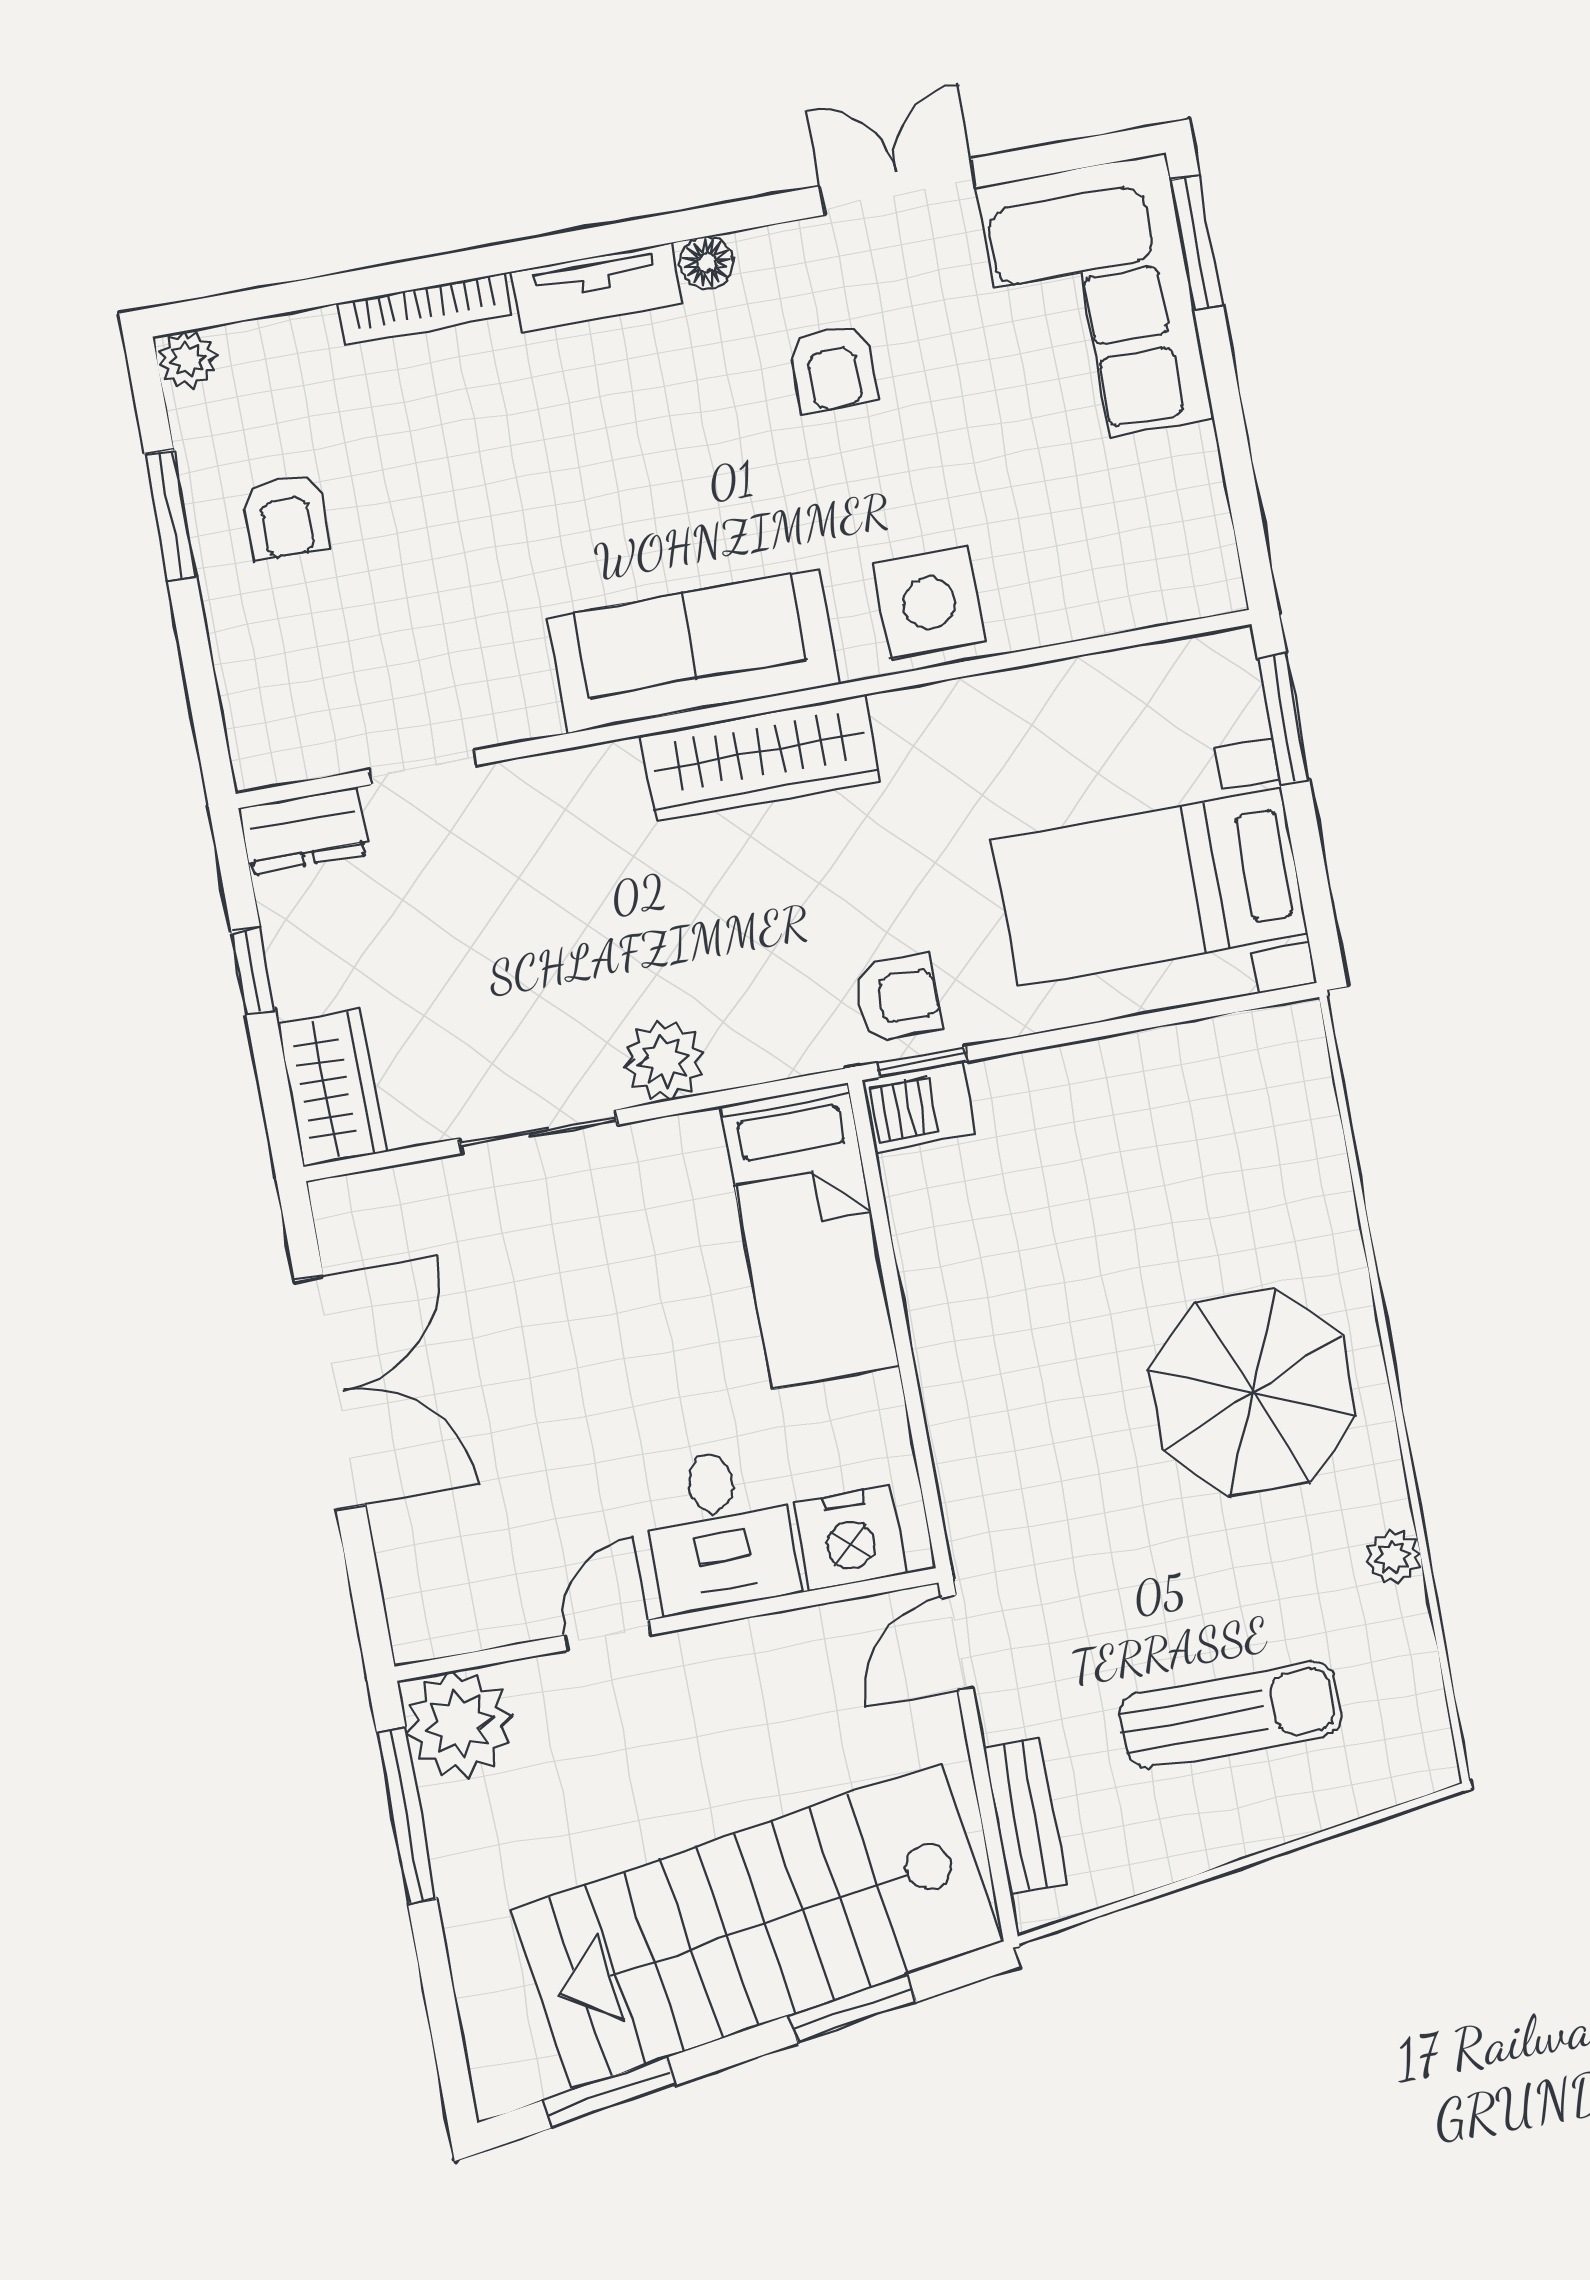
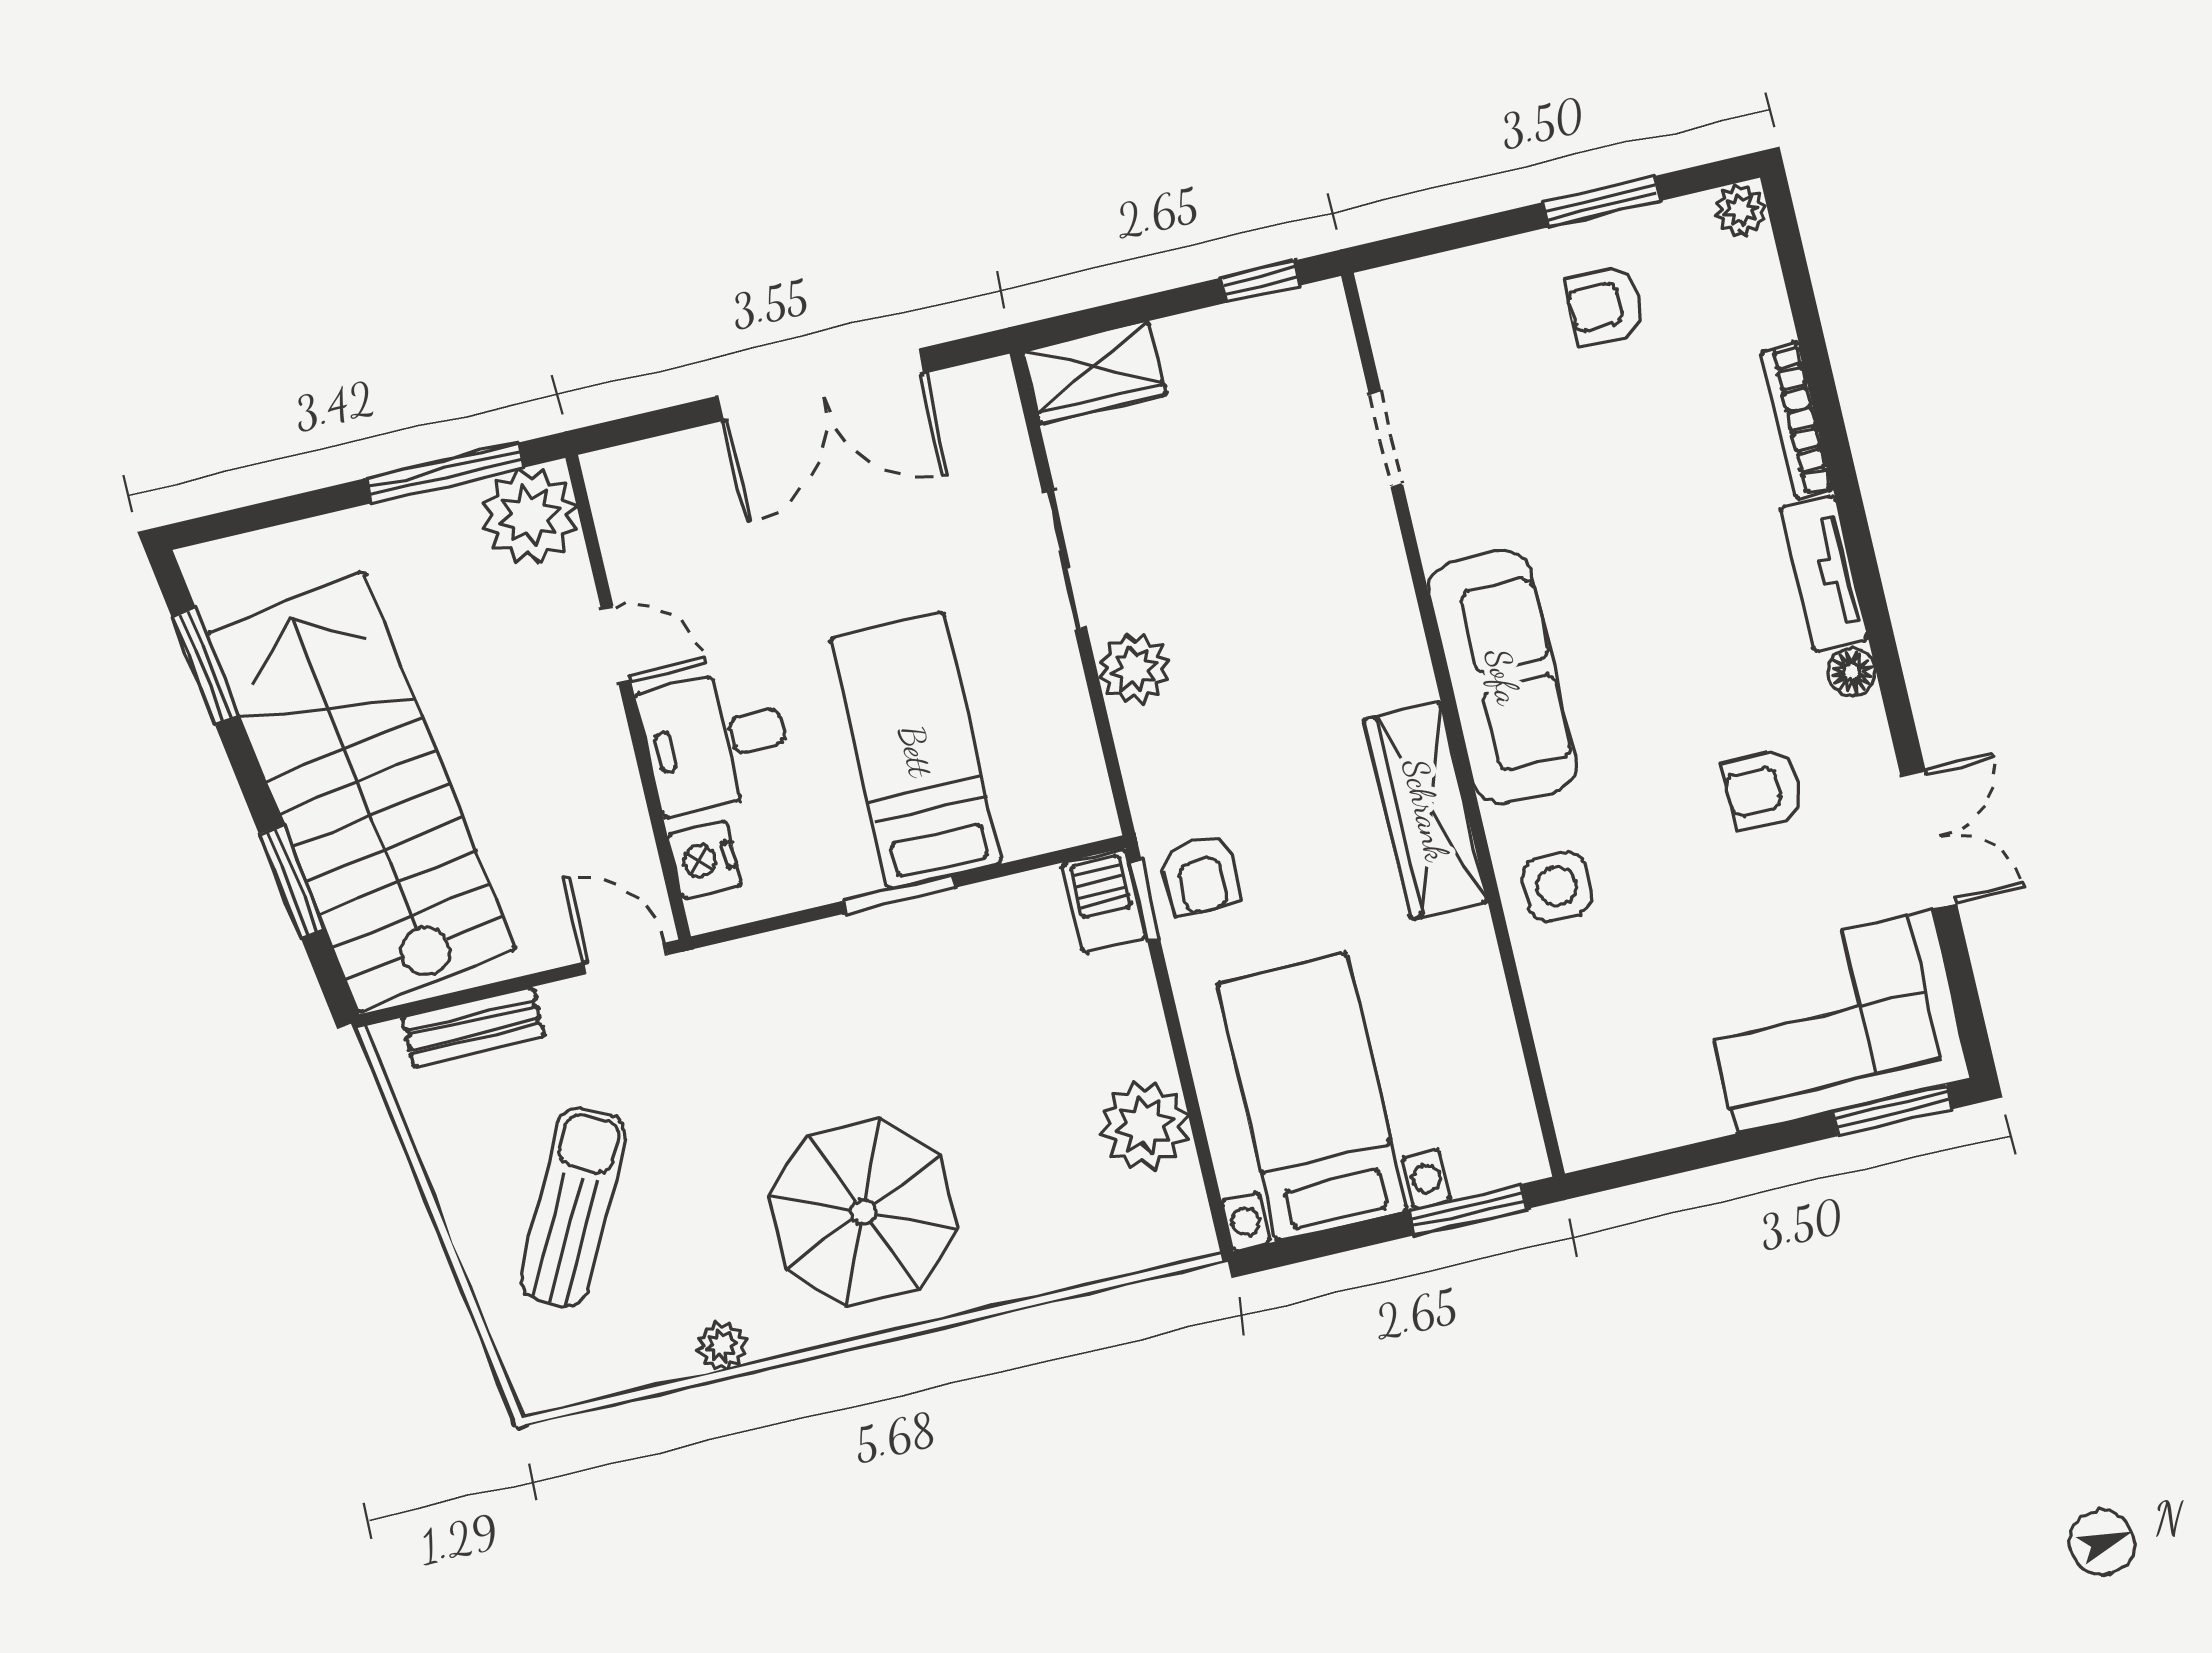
side table: (929, 603) -> (1557, 886), width x0.73, depth x0.73
wardrobe: (760, 758) -> (1426, 810), moved
dresser: (304, 831) -> (1324, 336), removed
window: (253, 971) -> (1261, 282), moved
plant: (1172, 1075) -> (1144, 1126), added
bed: (810, 1236) -> (916, 751), moved, turned 90
window: (901, 1334) -> (899, 894), added
nightstand: (850, 1538) -> (704, 860), width x0.74, depth x0.75
sun lounger: (1231, 1715) -> (573, 1207), turned -153

